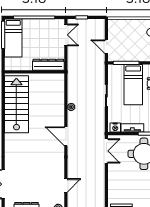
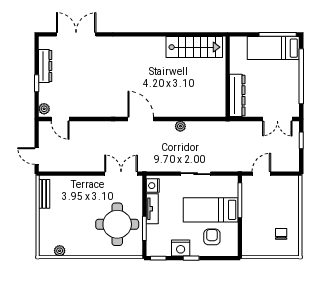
stairs: (16, 104) -> (194, 47), width x0.73, depth x0.66
door: (66, 136) -> (141, 119), hinge flipped
double door: (106, 151) -> (121, 174), swing flipped
door: (66, 185) -> (60, 119), moved

